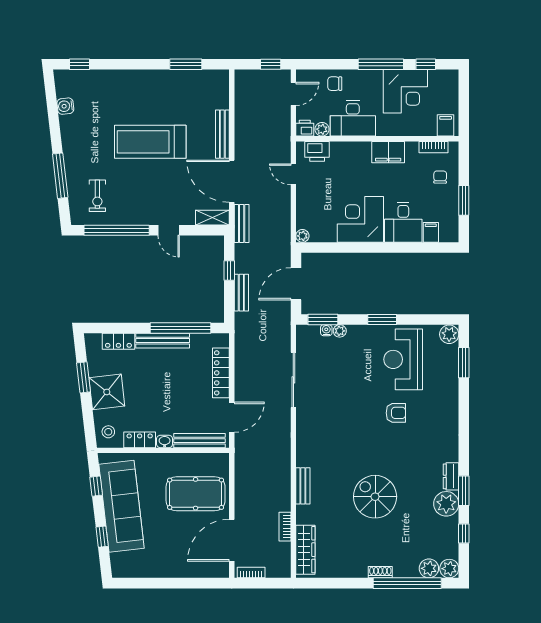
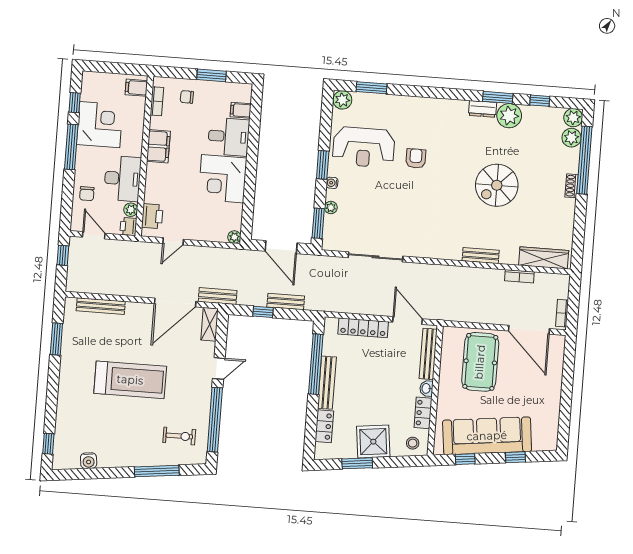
bench: (222, 134) -> (101, 306), moved
treadmill: (150, 142) -> (130, 380), turned -90
water cooler: (326, 330) -> (332, 183), moved

